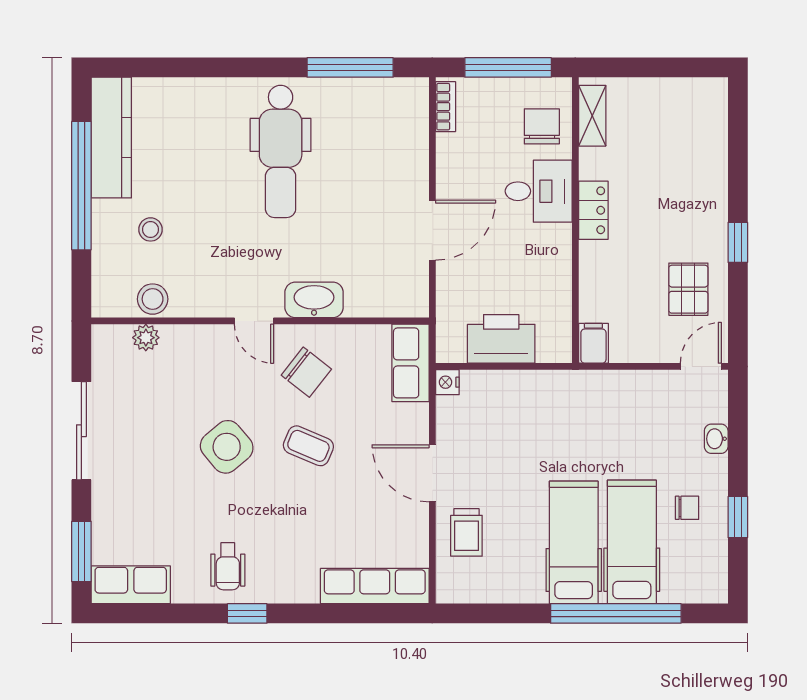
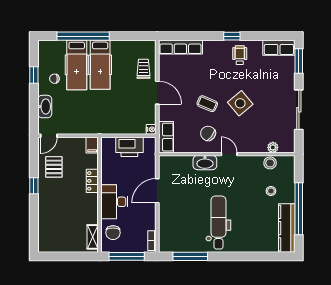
desk: (539, 191) -> (114, 202), width x1.37
locker: (593, 210) -> (92, 181), moved
washbasin: (716, 439) -> (45, 107), width x1.91, depth x1.45

